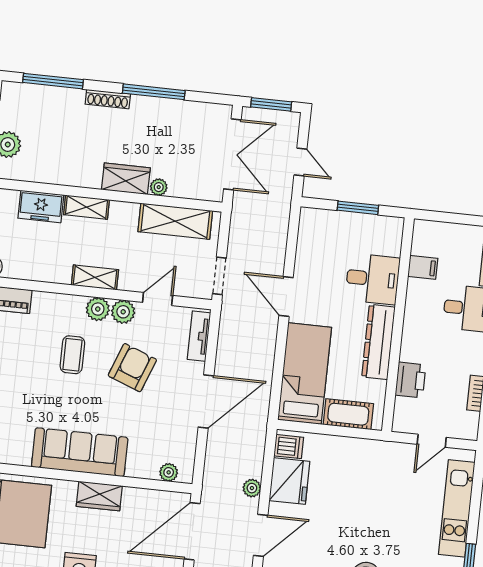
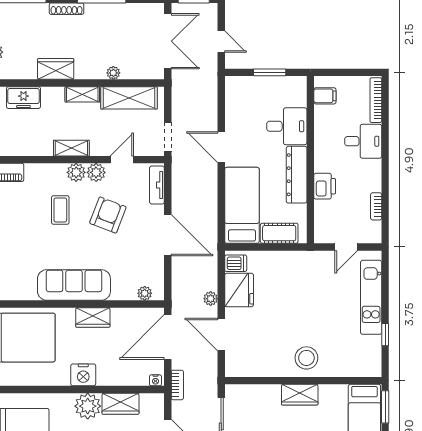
wardrobe: (126, 179) -> (56, 69), moved
shelving: (86, 207) -> (82, 94), moved
filing cabinet: (423, 267) -> (325, 96), moved
printer: (410, 380) -> (325, 186), moved
door: (206, 401) -> (168, 235), hinge flipped
door: (261, 535) -> (221, 335), swing flipped

